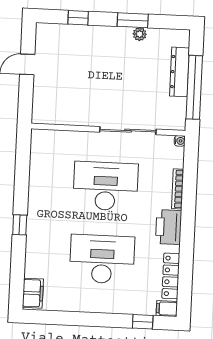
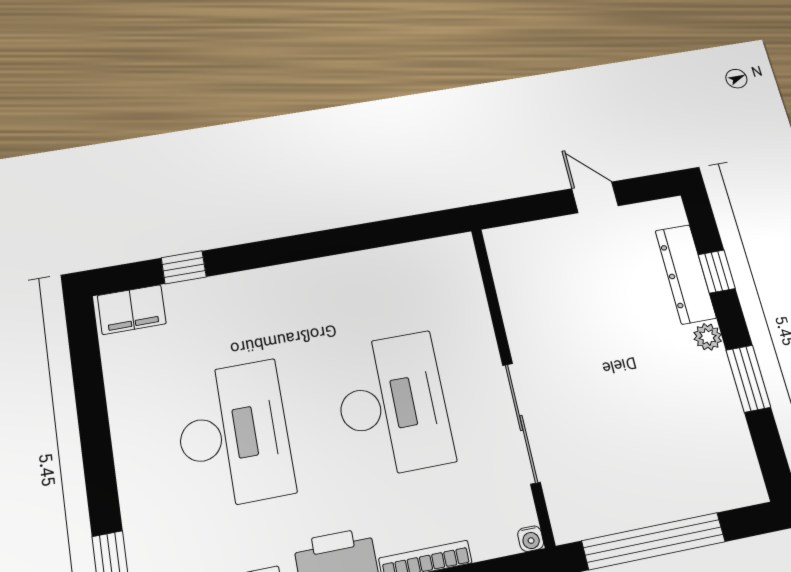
plant: (140, 34) -> (708, 337), moved
dresser: (179, 72) -> (686, 274), moved, turned -90
window: (20, 225) -> (184, 267), moved

